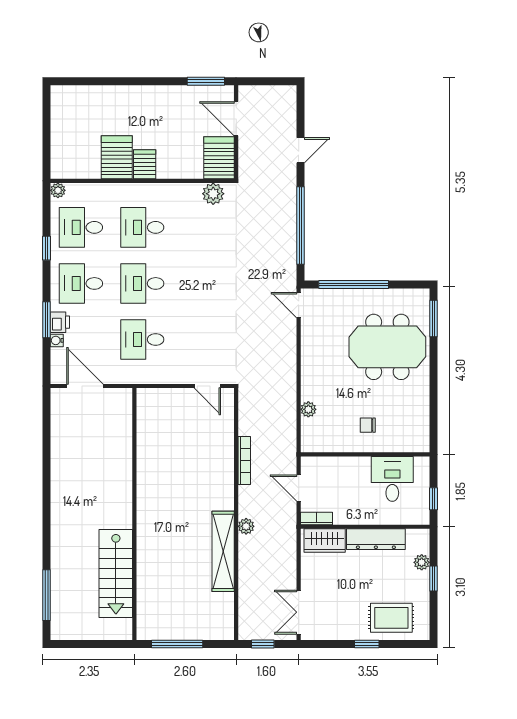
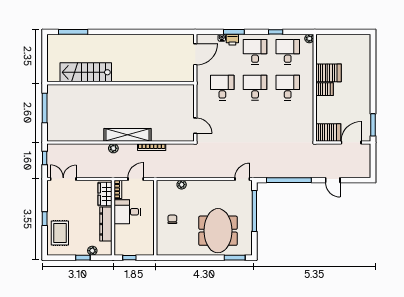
plant: (213, 194) -> (307, 129), removed
door: (207, 386) -> (195, 126), swing flipped
desk: (392, 479) -> (127, 212), moved, turned 180
shelving: (223, 551) -> (127, 135), moved

